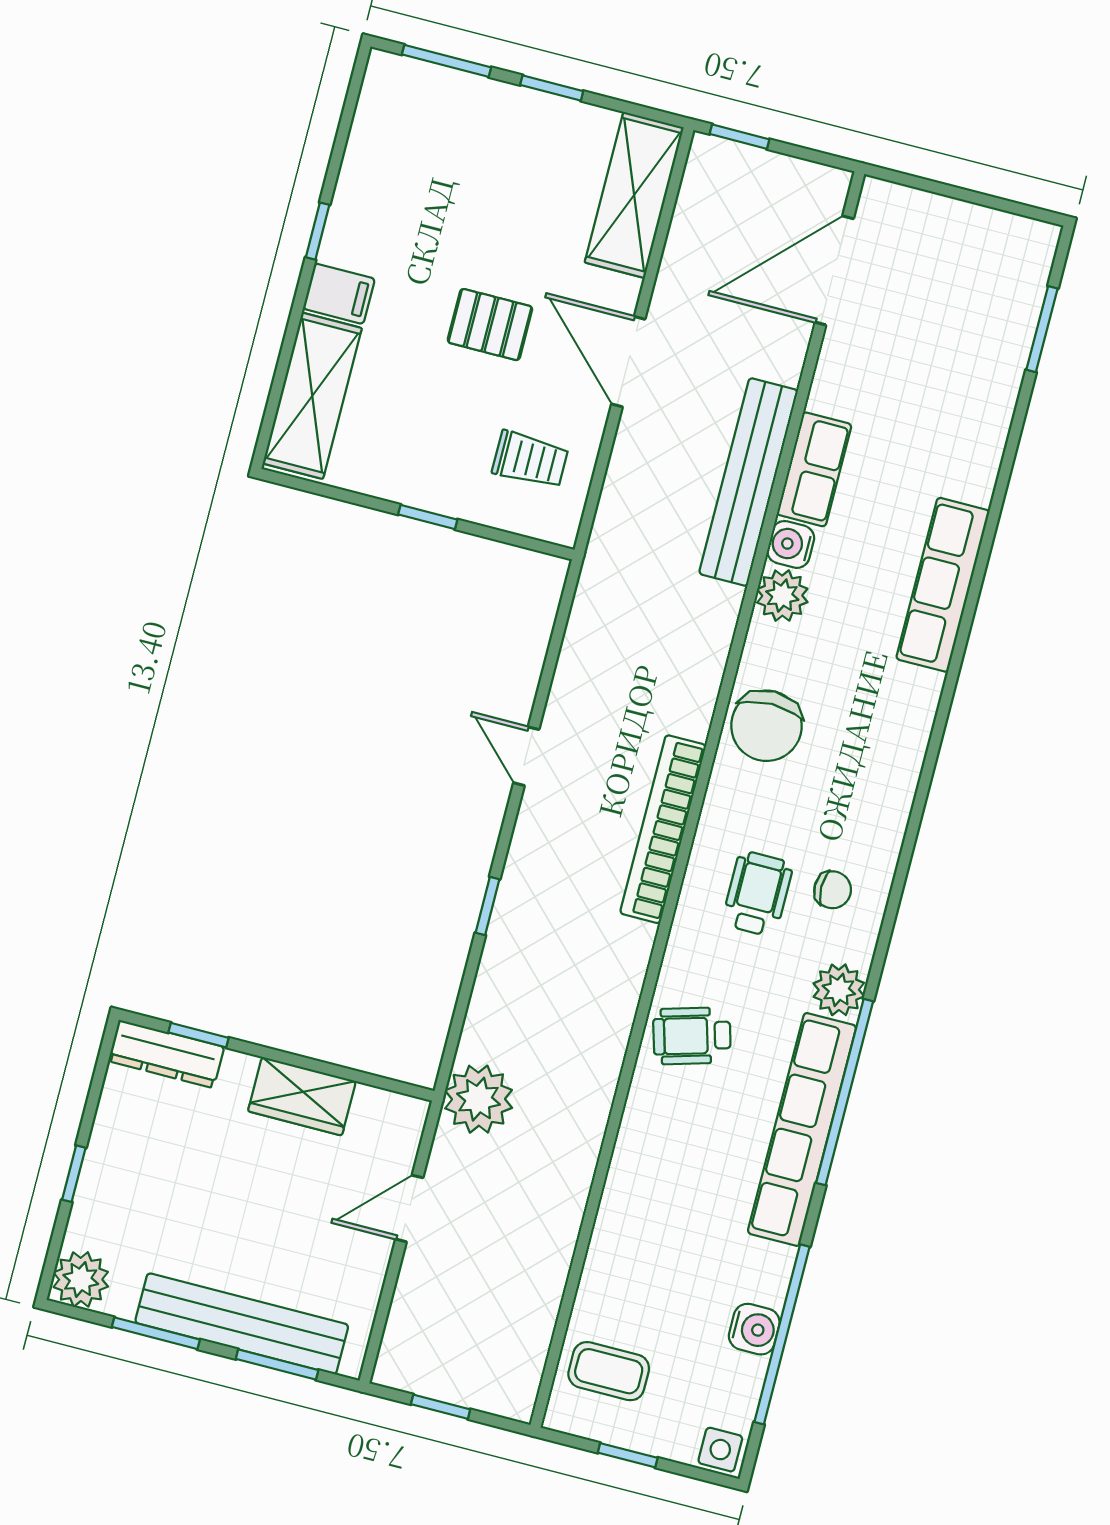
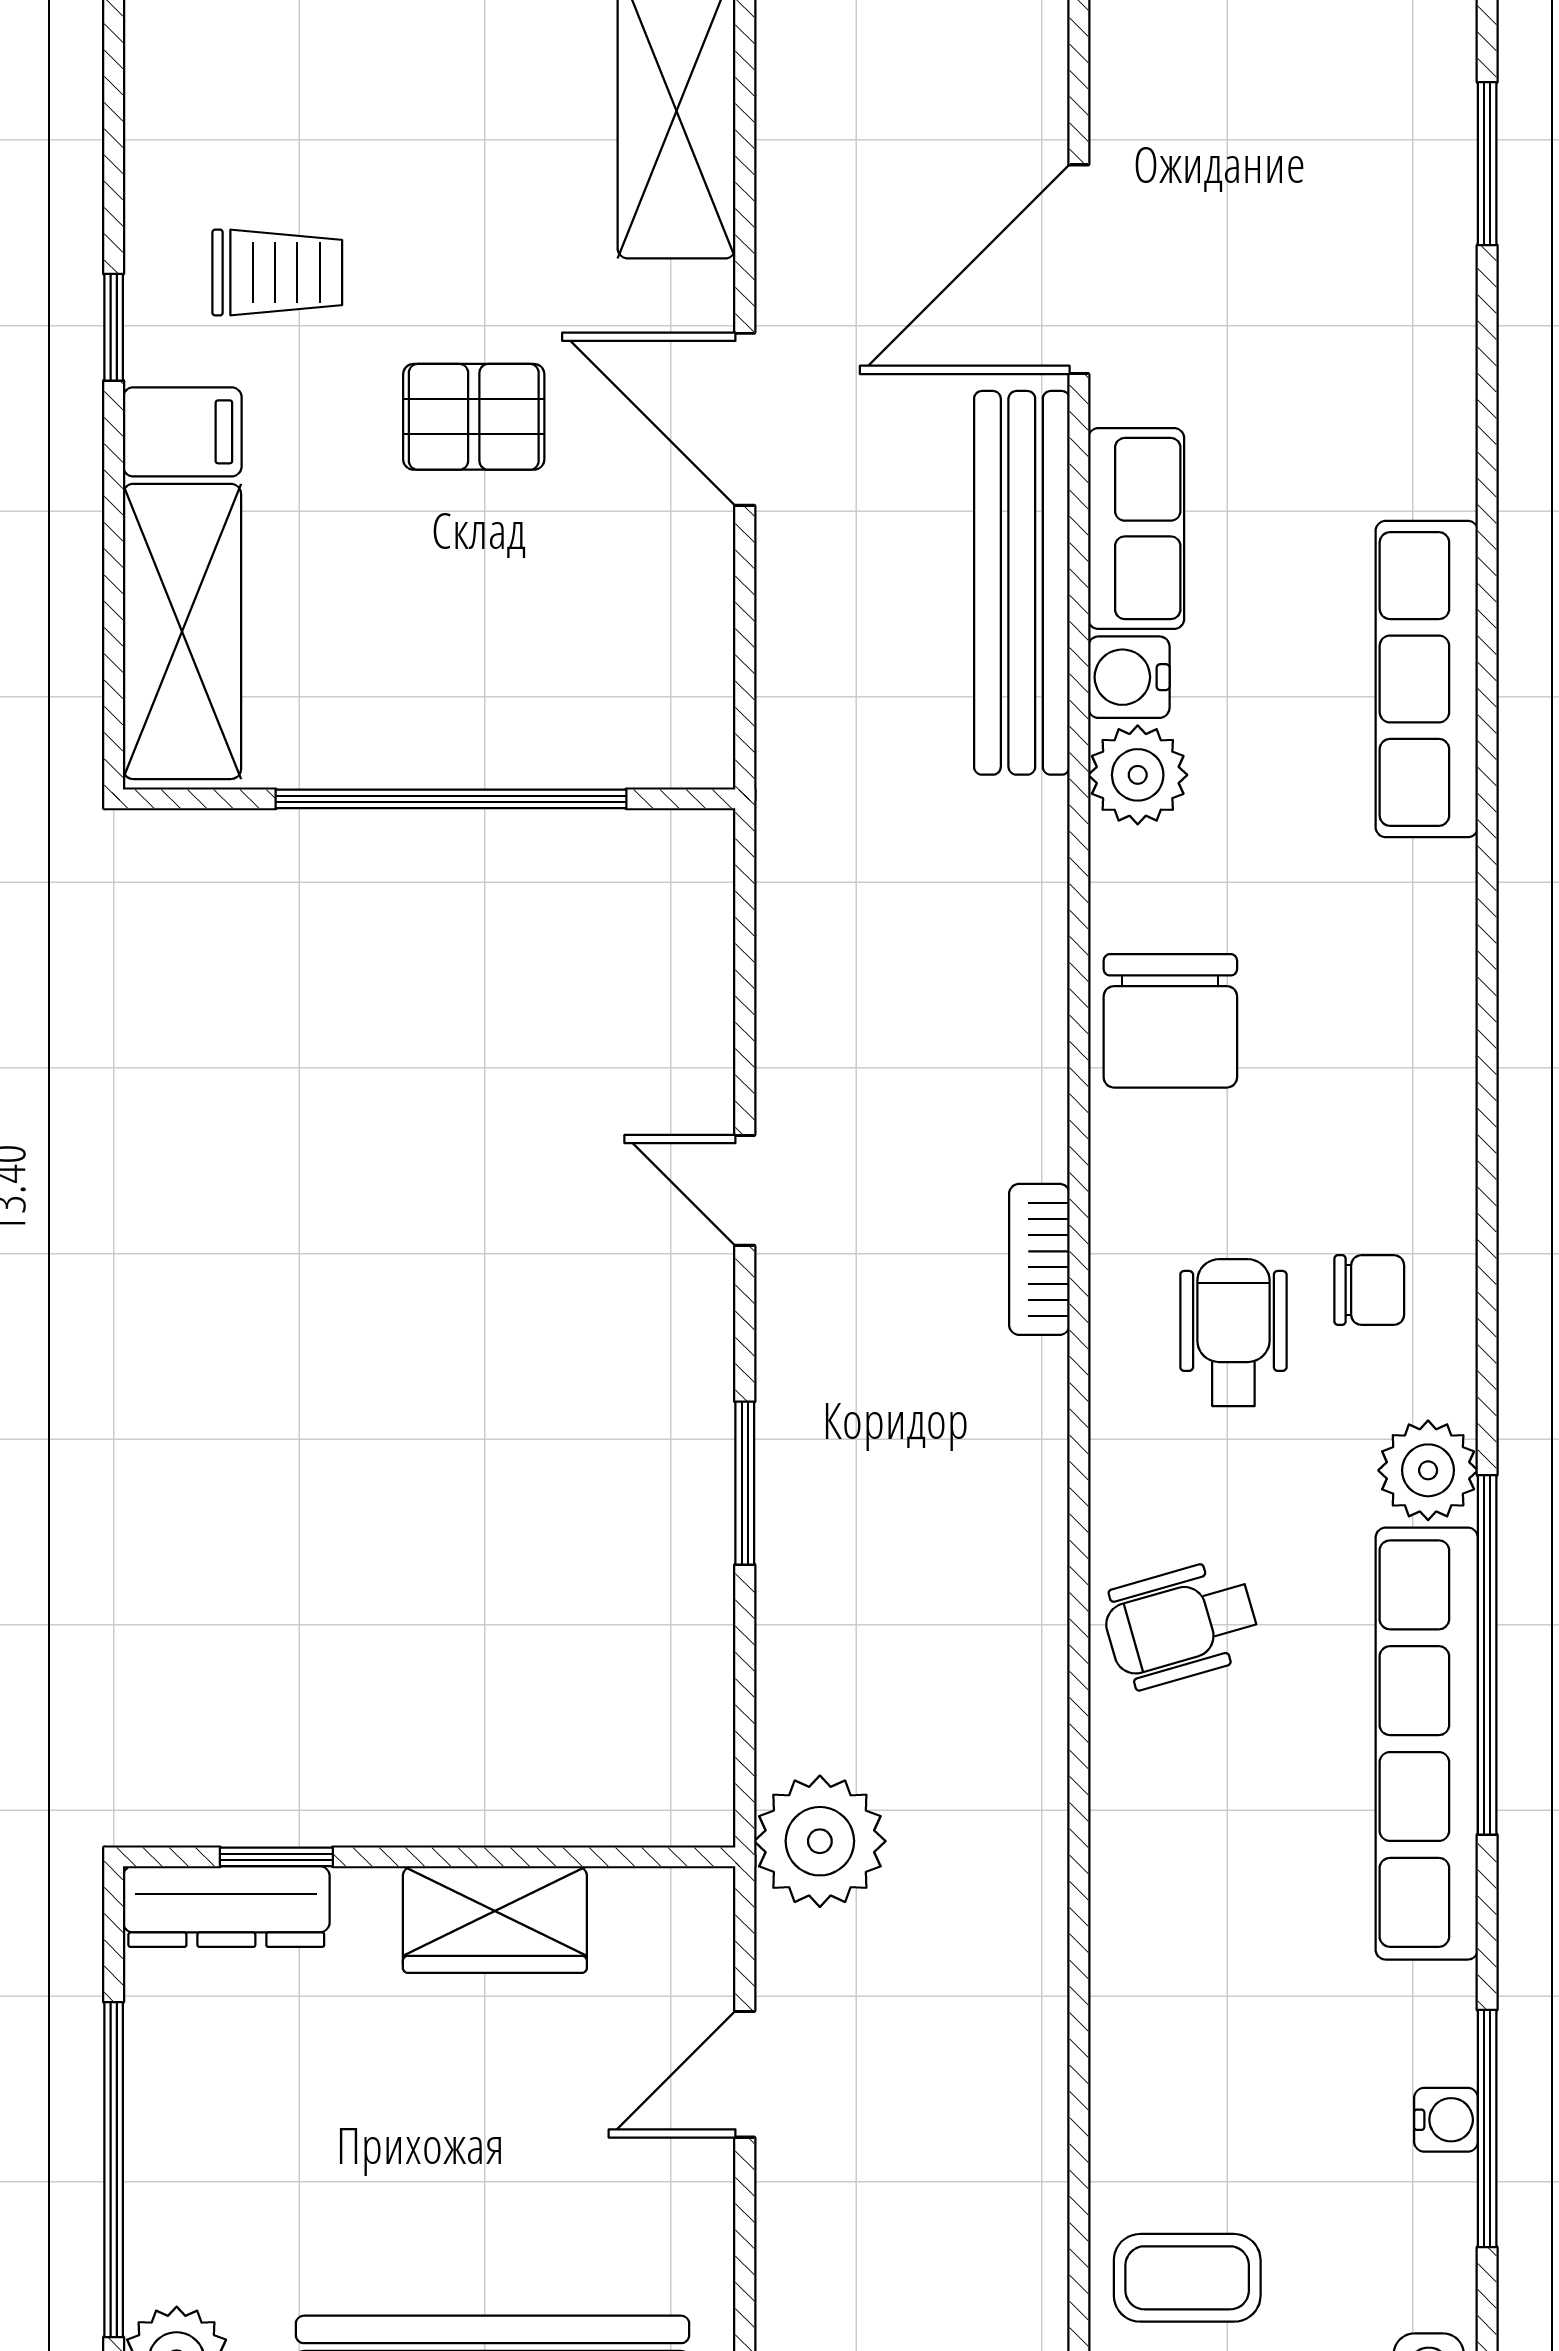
door: (834, 270) -> (1079, 269), moved
trolley: (530, 460) -> (277, 273), moved
window: (428, 517) -> (451, 799), width x3.17
bookcase: (663, 829) -> (1039, 1259), width x0.43, depth x0.76
window: (488, 906) -> (745, 1483), width x1.50
window: (74, 1174) -> (114, 2170), width x3.17
water cooler: (754, 1329) -> (1446, 2120), width x0.72, depth x0.72
window: (782, 1334) -> (1487, 2128), width x0.68

